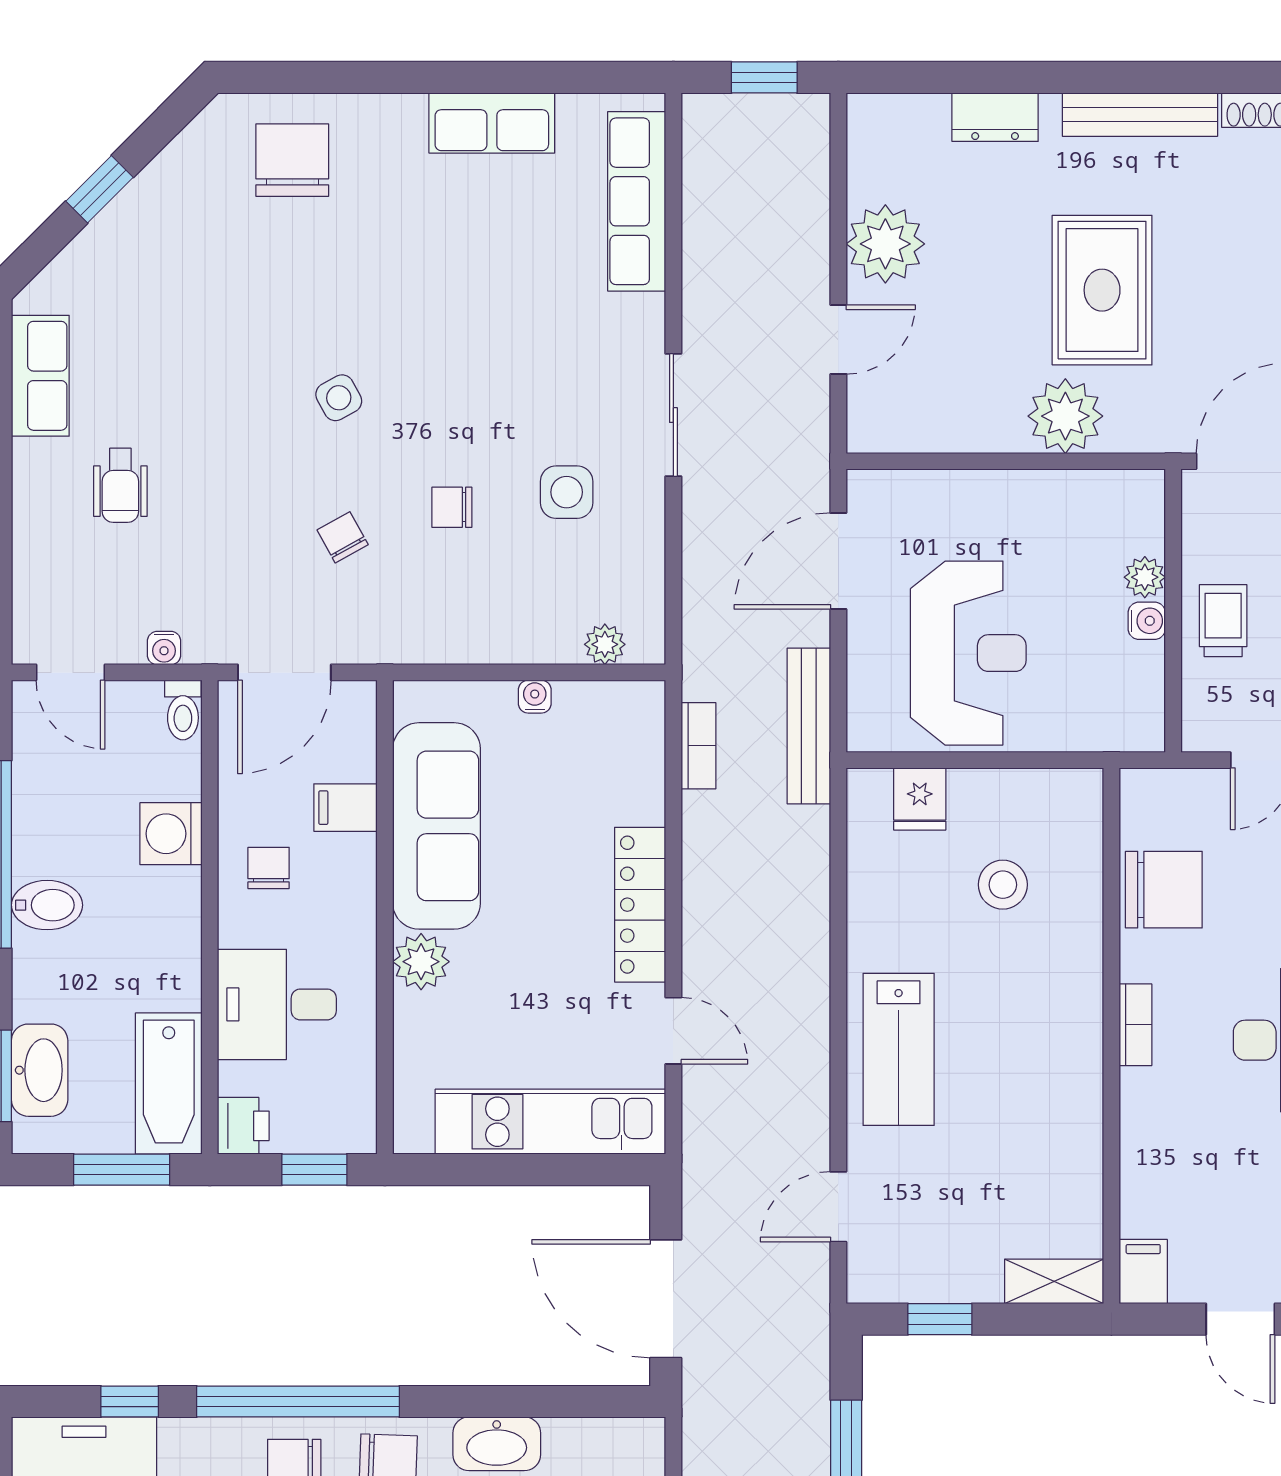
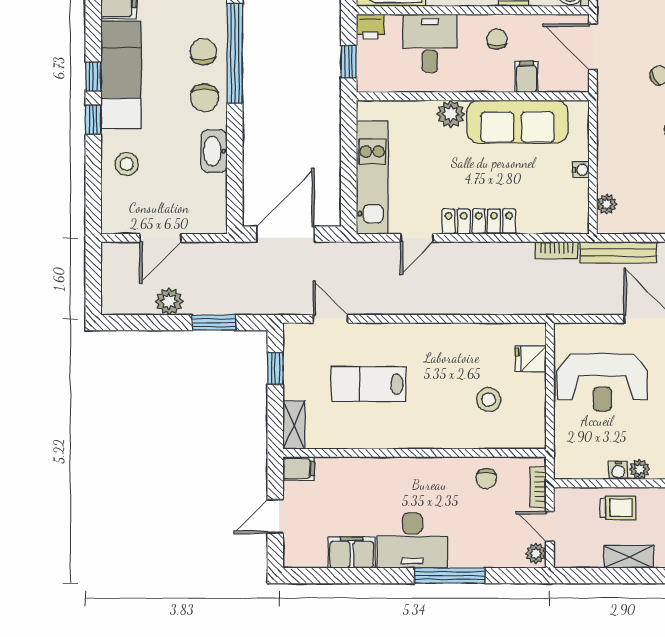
bench: (809, 726) -> (618, 252), moved
chair: (269, 868) -> (497, 39), turned -90
chair: (1164, 890) -> (486, 479), width x0.54, depth x0.54
bookcase: (1135, 1025) -> (538, 487), moved, turned 90
lab bench: (899, 1049) -> (368, 384), moved

